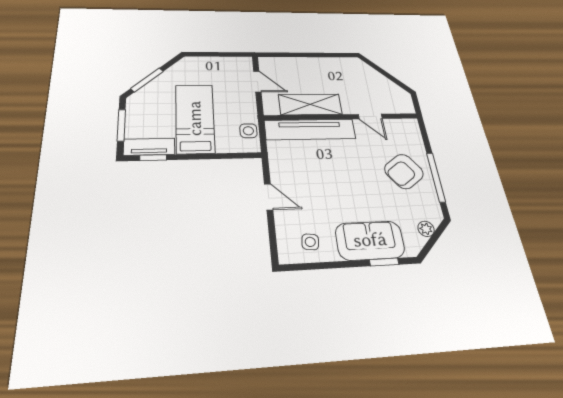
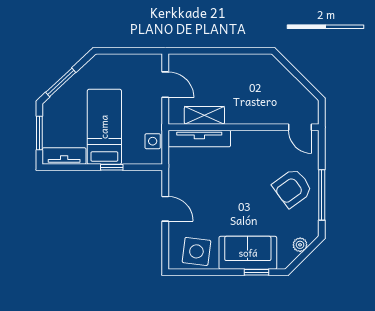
shelving: (310, 104) -> (204, 115), width x0.67, depth x0.75
door: (370, 117) -> (300, 127), moved
tv unit: (310, 129) -> (199, 138), width x0.73, depth x0.78
window: (153, 158) -> (112, 167), moved
side table: (310, 242) -> (196, 251), width x1.87, depth x1.87

